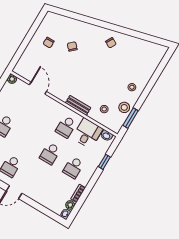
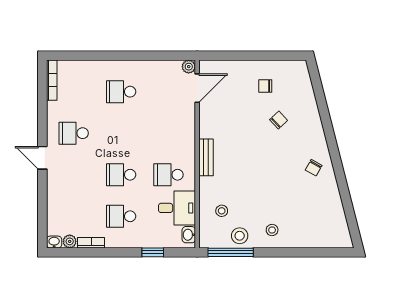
door: (38, 88) -> (197, 88), moved
bench: (78, 105) -> (206, 157), moved
window: (131, 118) -> (231, 252), width x1.44

